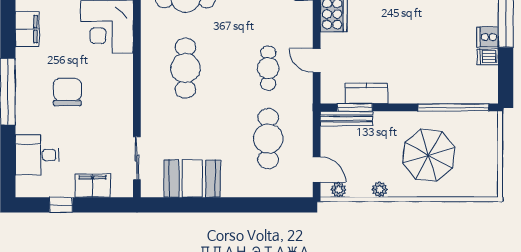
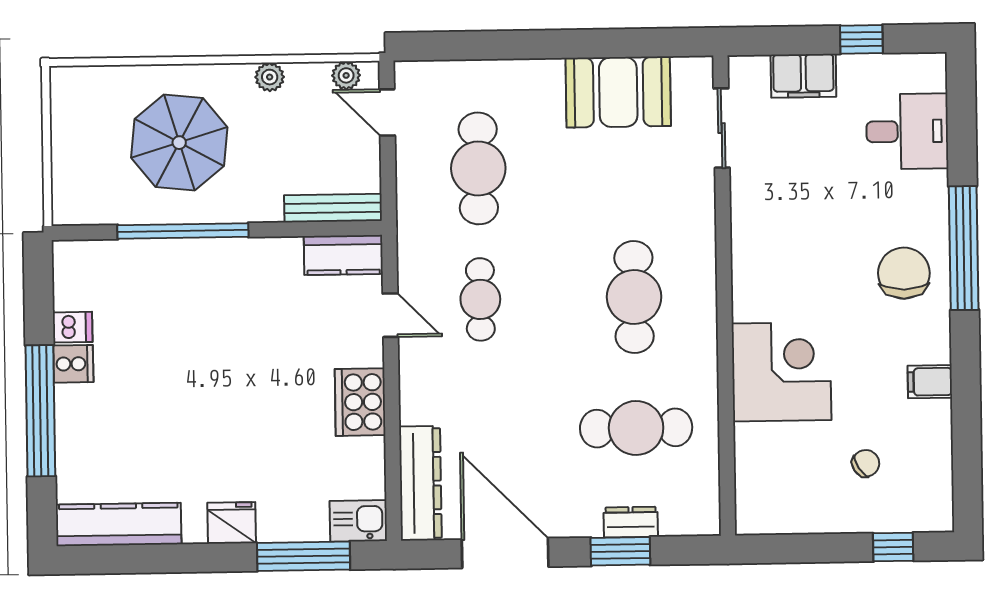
filing cabinet: (27, 29) -> (930, 382), width x0.50
chair: (67, 92) -> (904, 273), moved, turned 180
kitchen counter: (366, 93) -> (343, 255), moved
window: (355, 107) -> (318, 229), removed
window: (453, 107) -> (183, 231), moved

